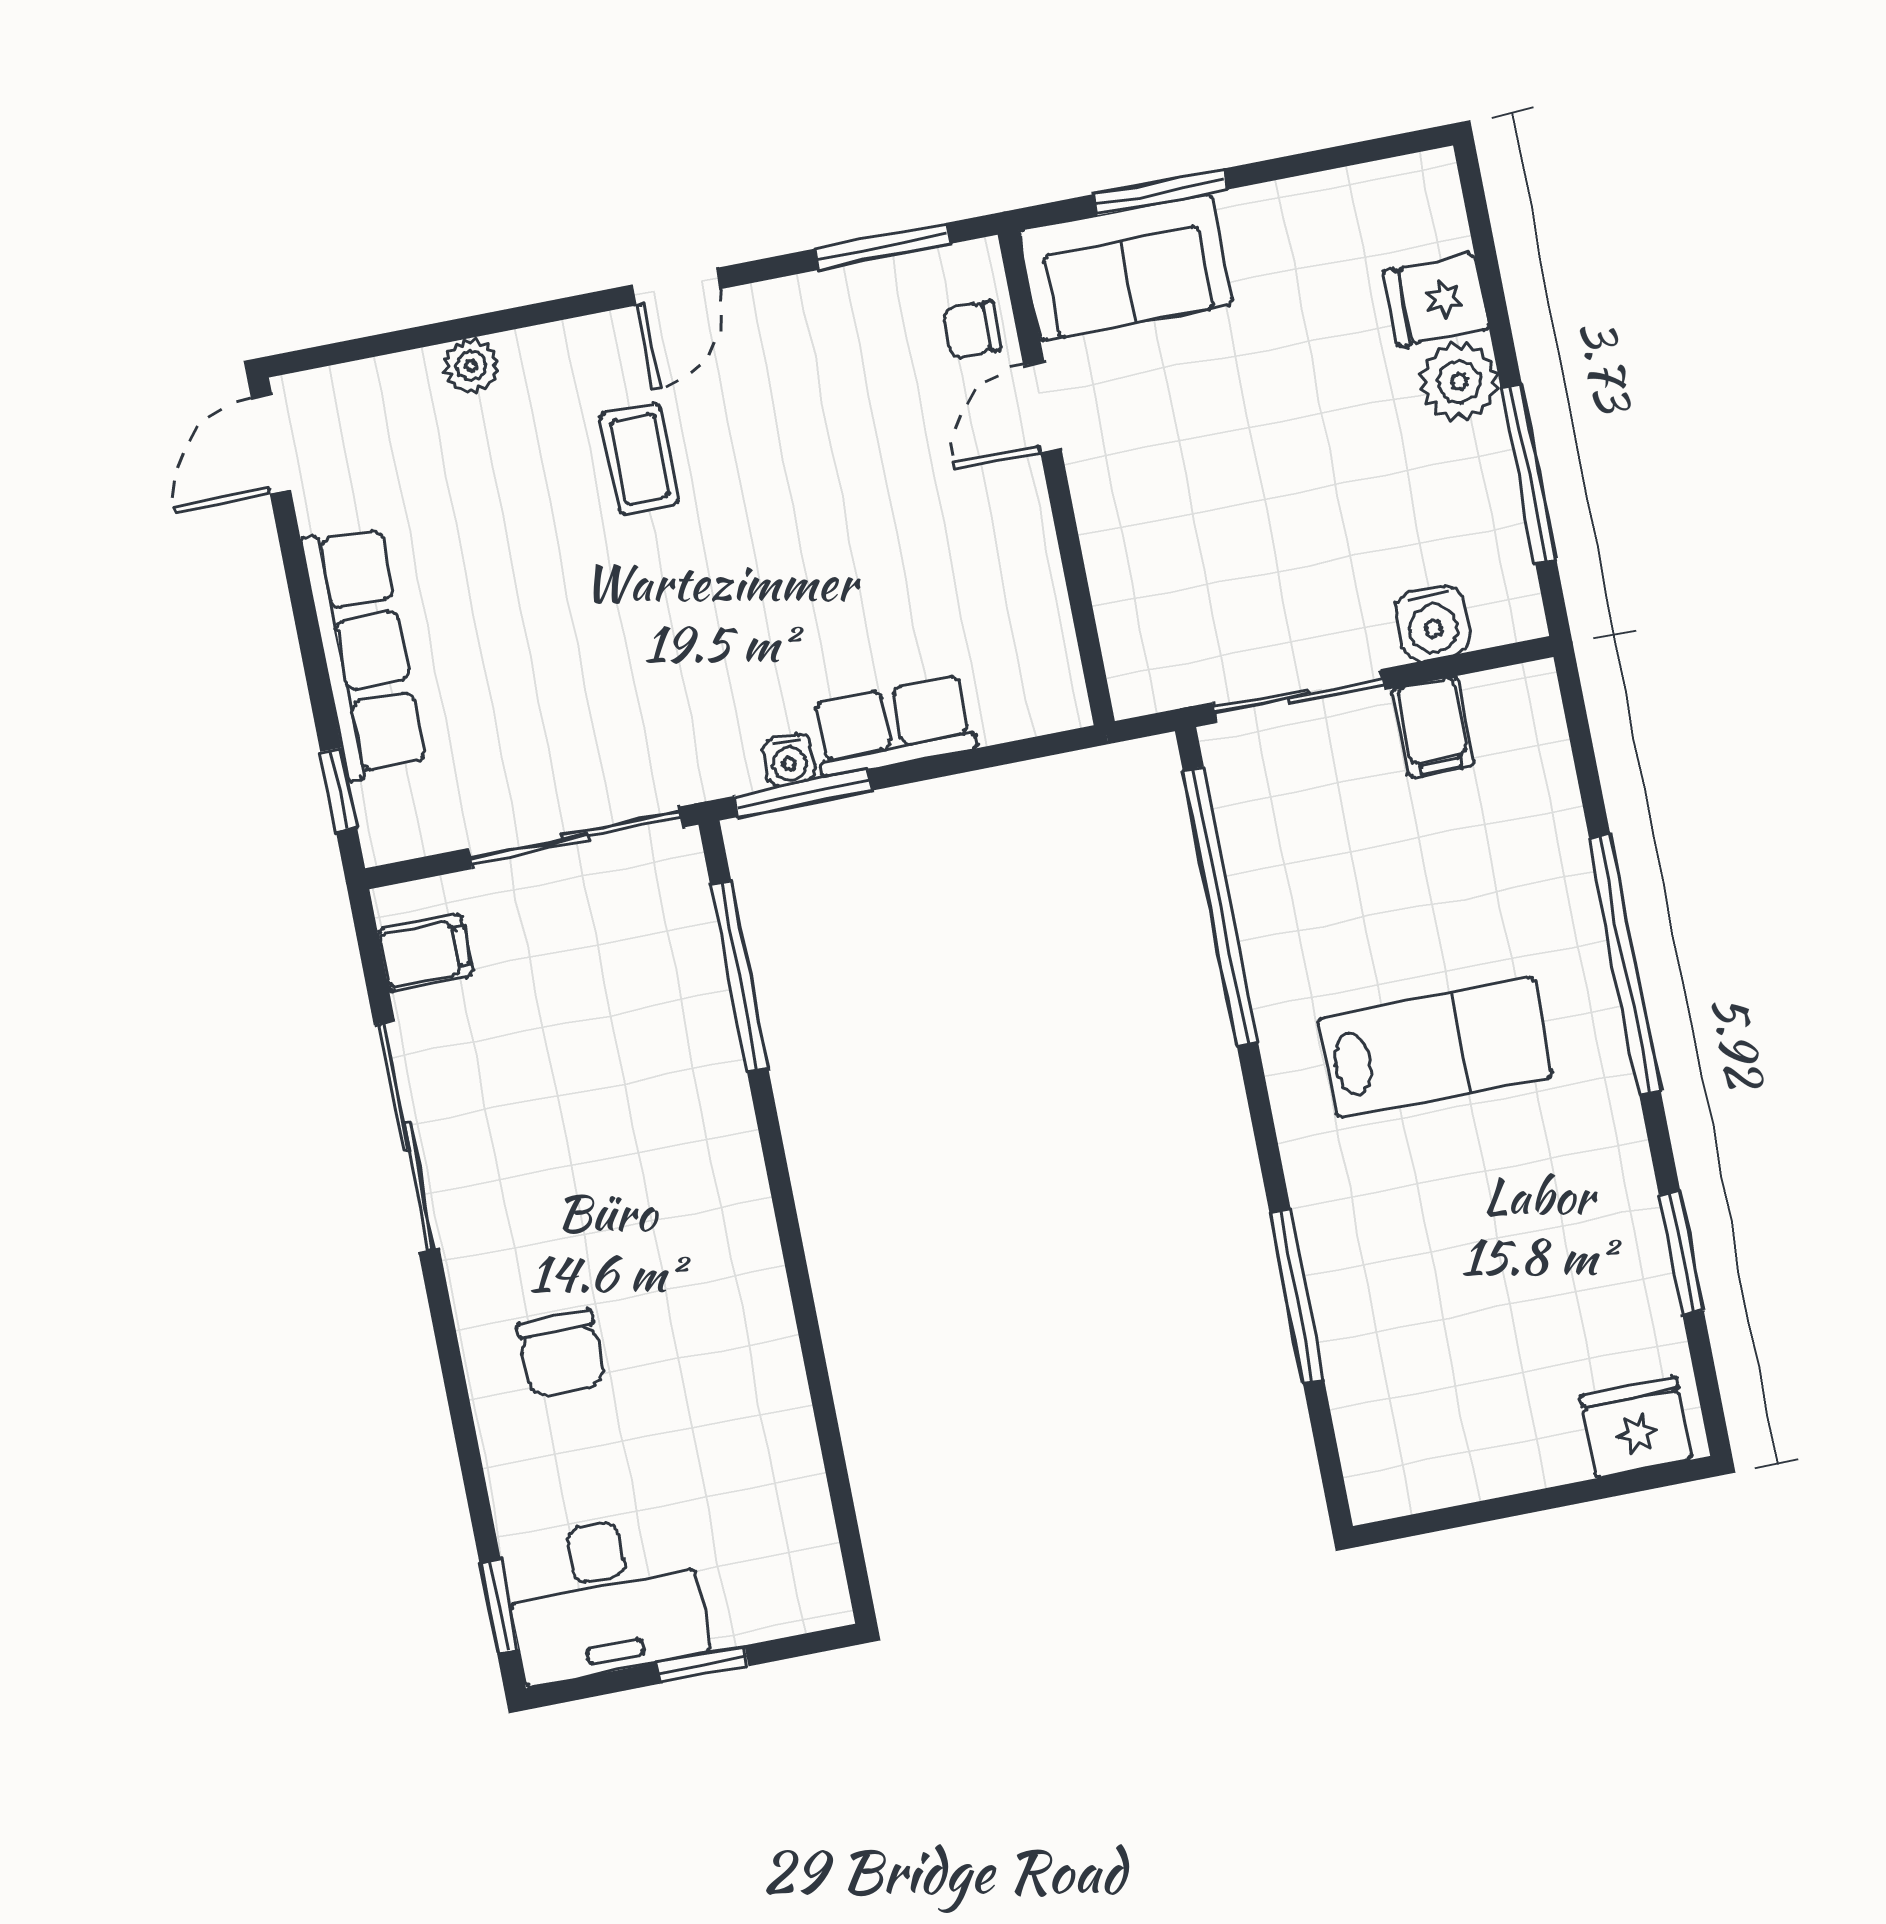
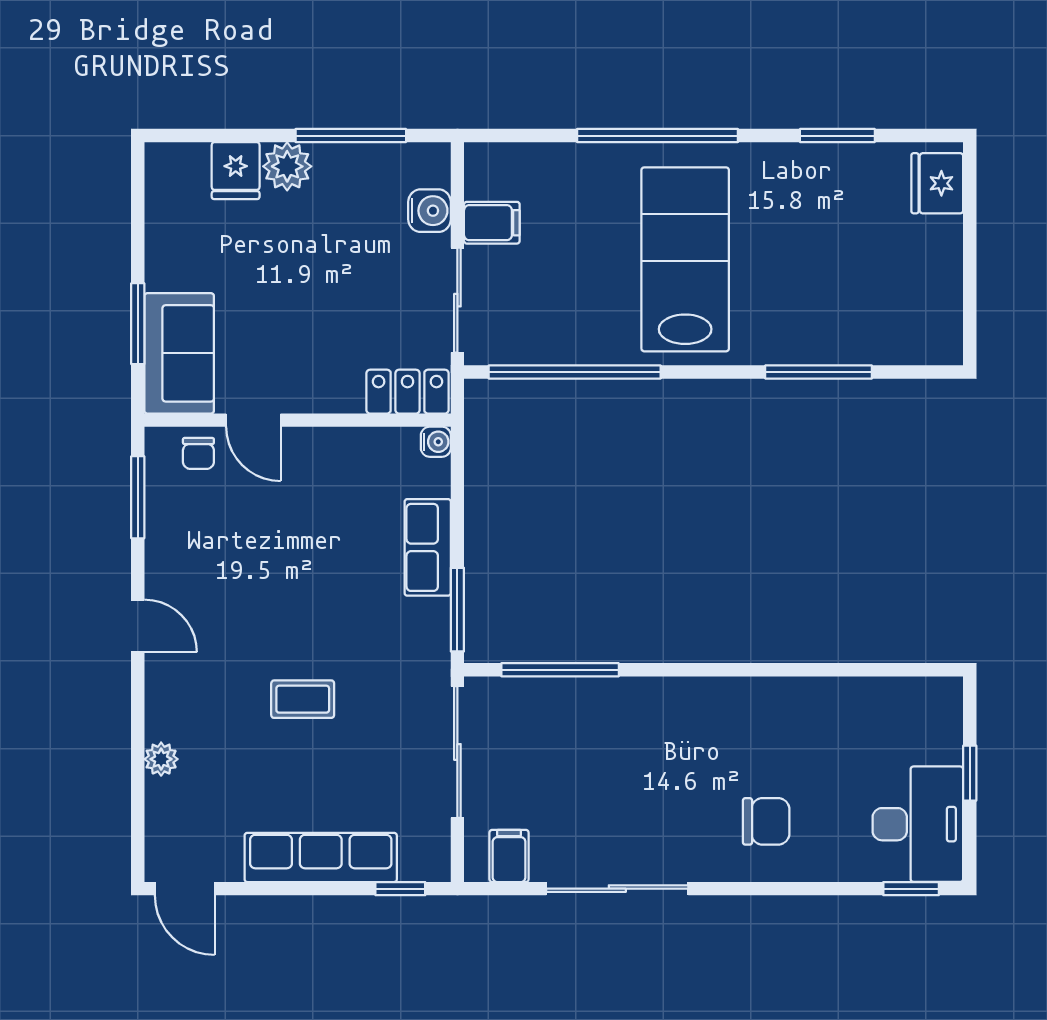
coffee table: (640, 459) -> (303, 699), moved
locker: (1136, 645) -> (407, 392), added
water cooler: (789, 760) -> (436, 442), moved
lab bench: (1435, 1048) -> (685, 259), width x1.36, depth x1.39

